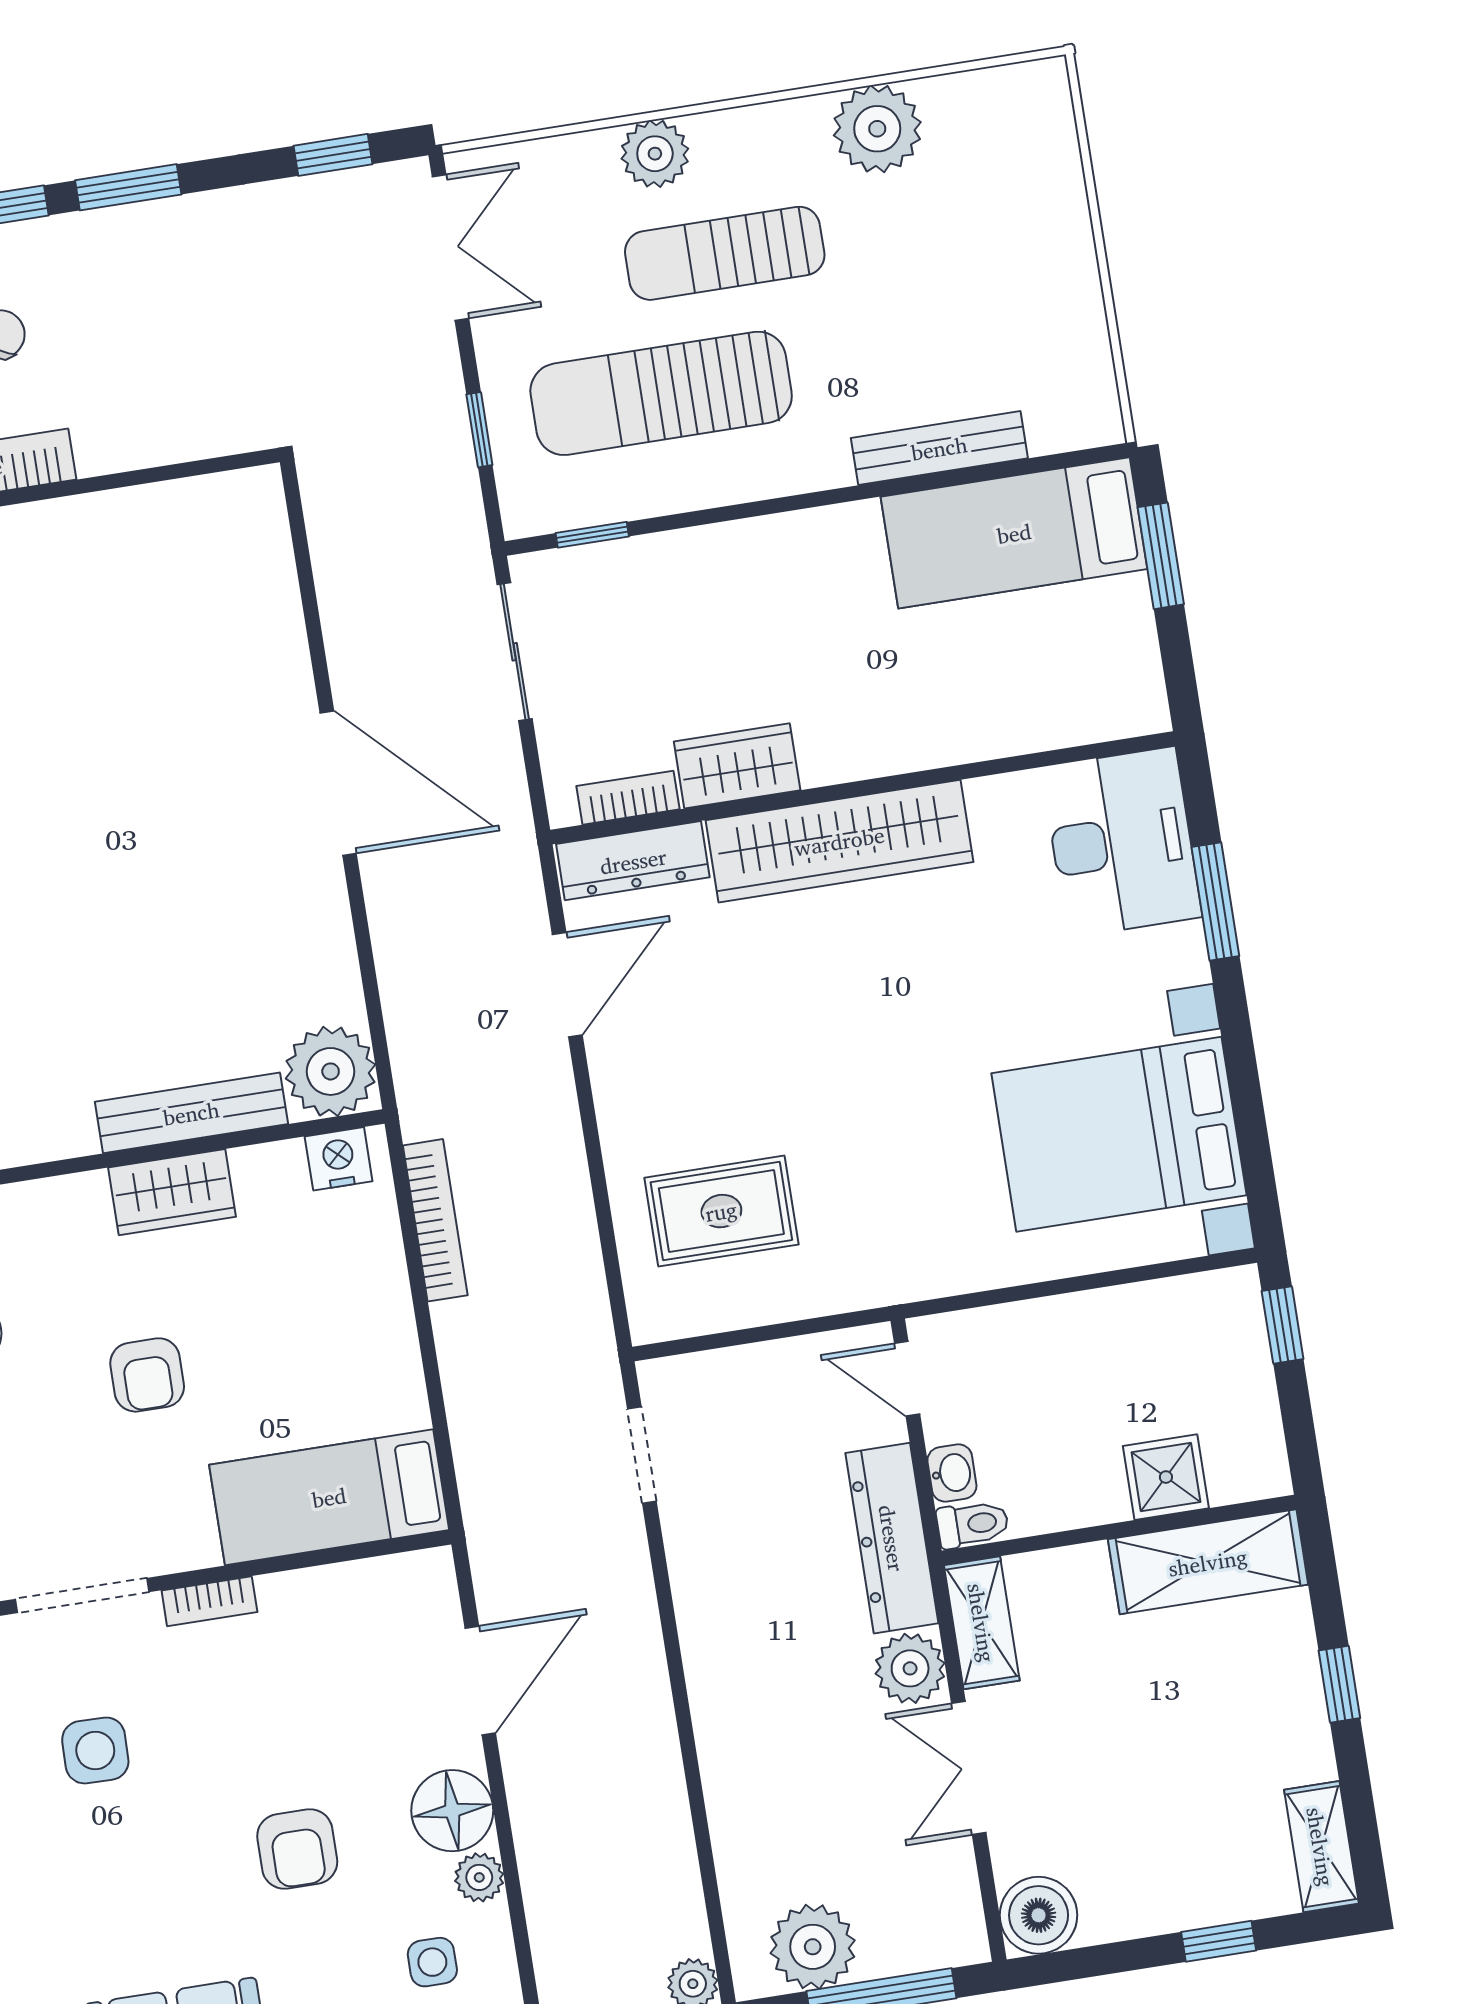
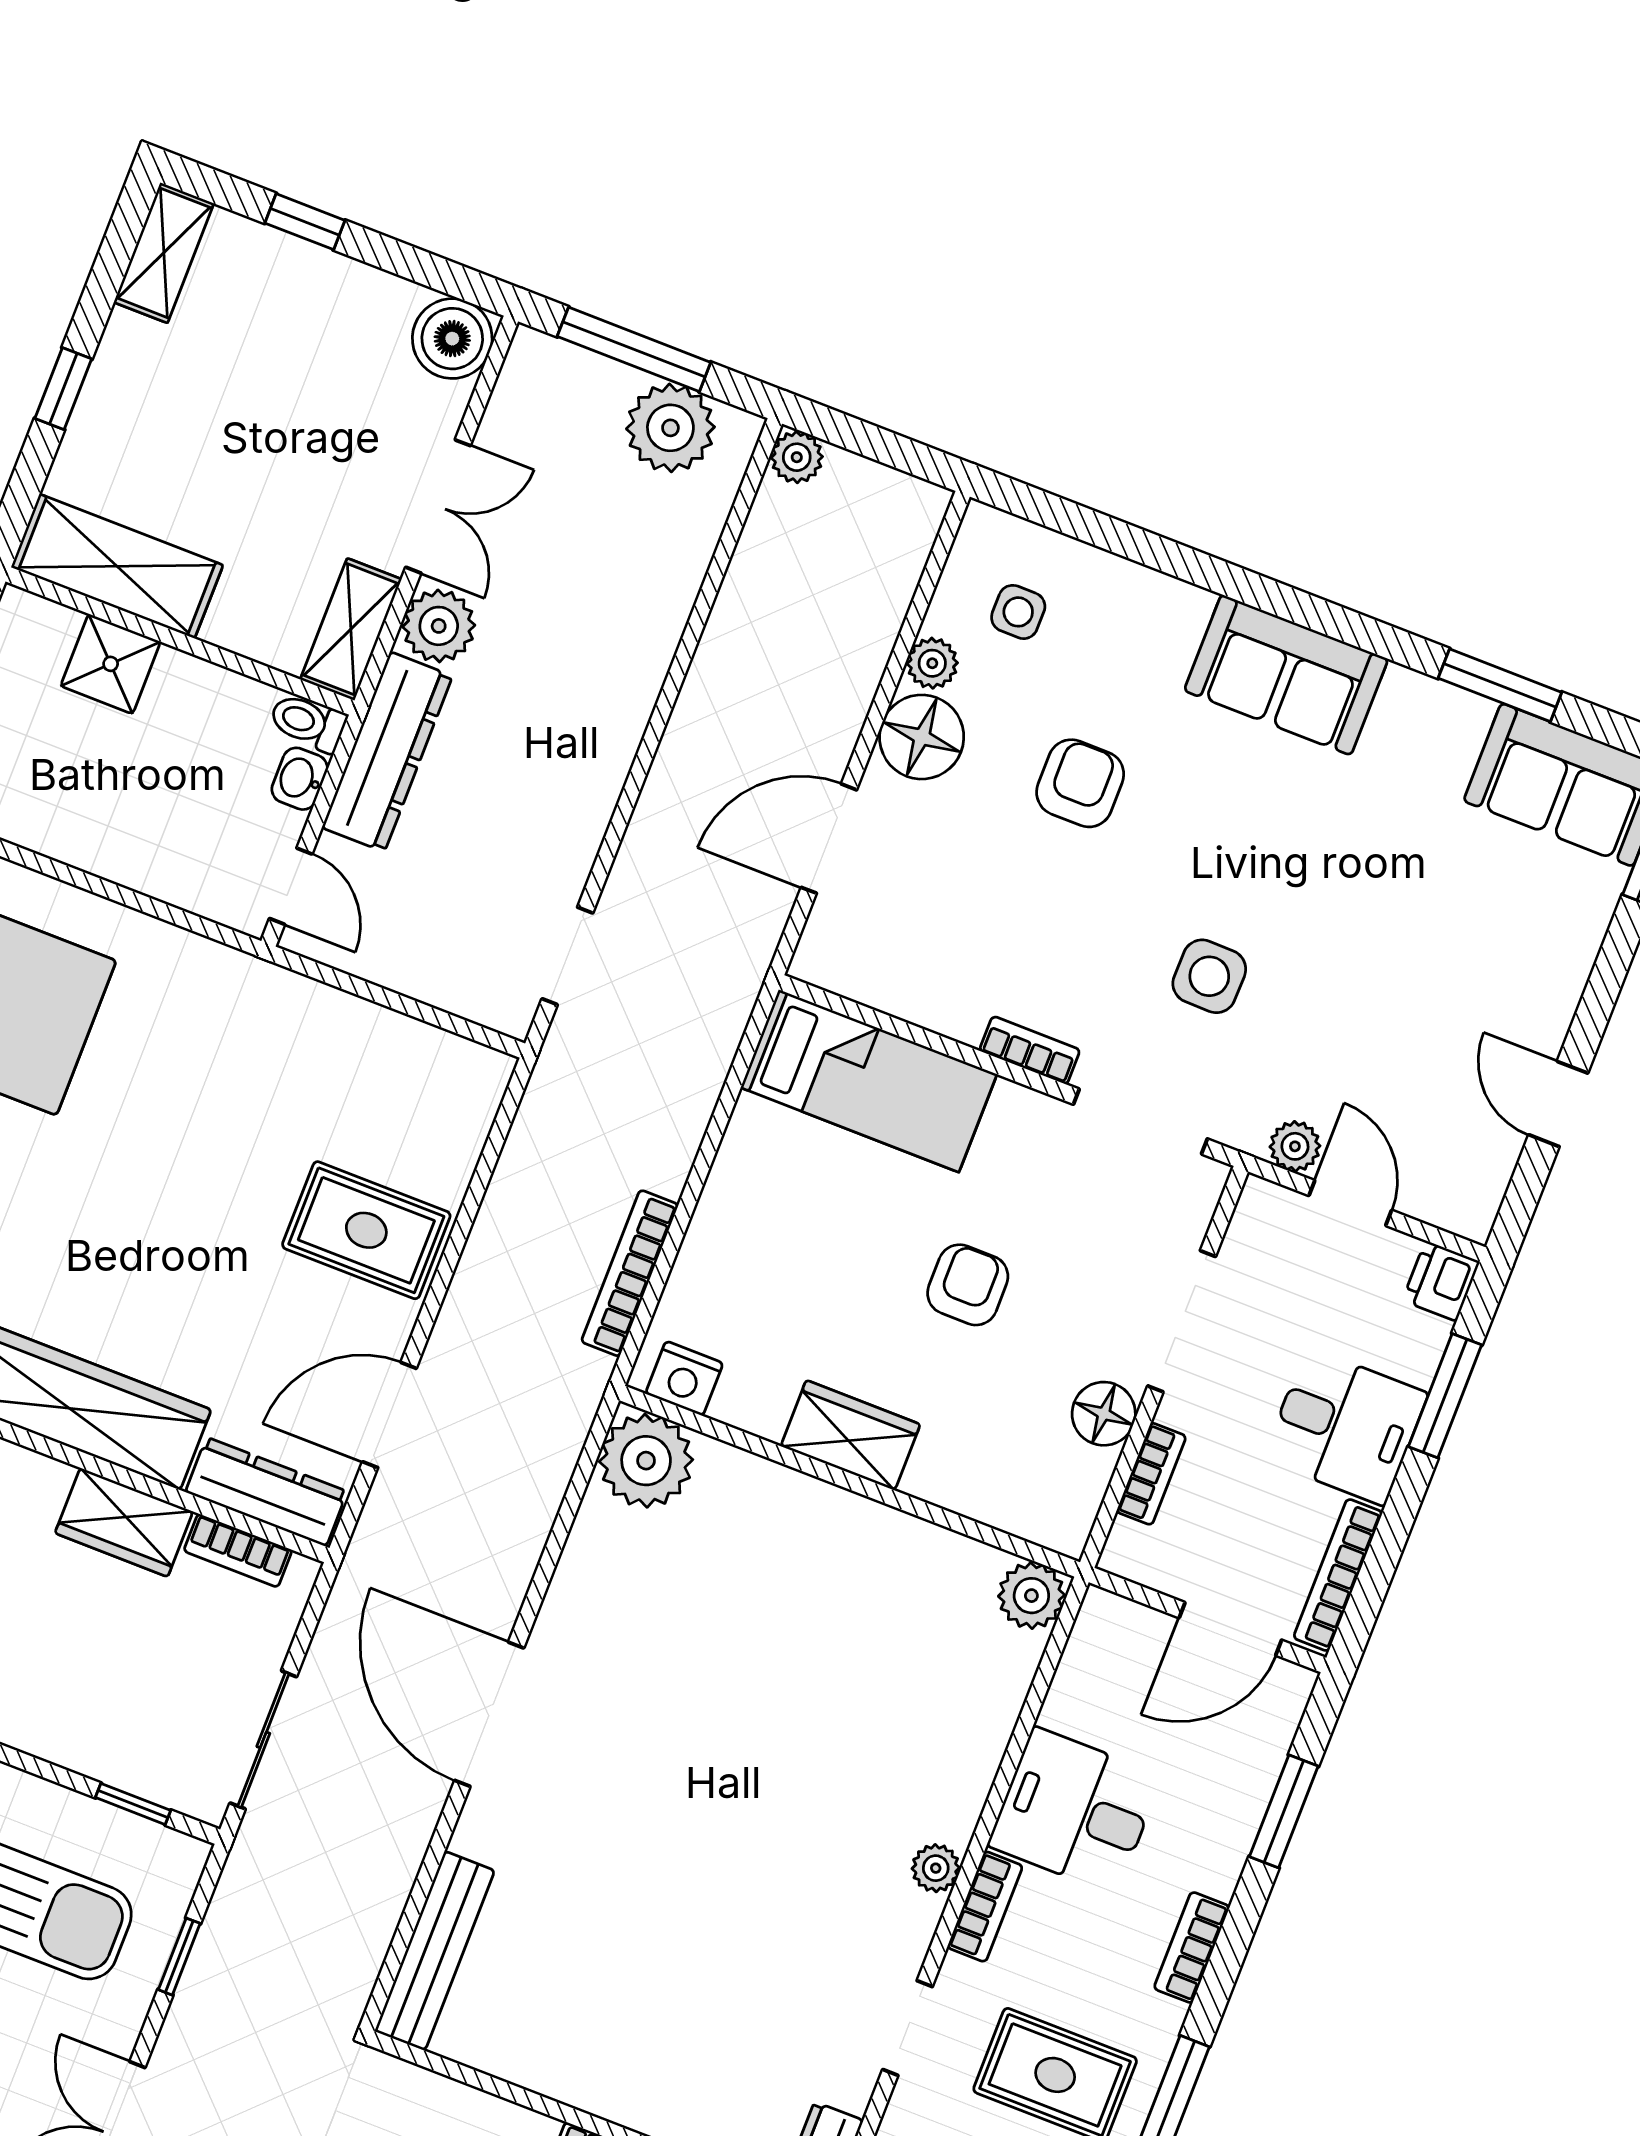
bench: (191, 1113) -> (435, 1951), moved, turned 90
rug: (721, 1211) -> (366, 1230), moved

